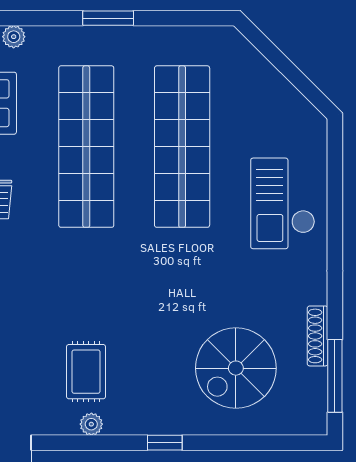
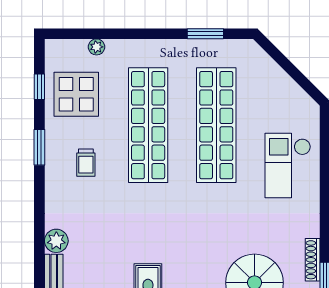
window: (108, 18) -> (205, 34), moved

